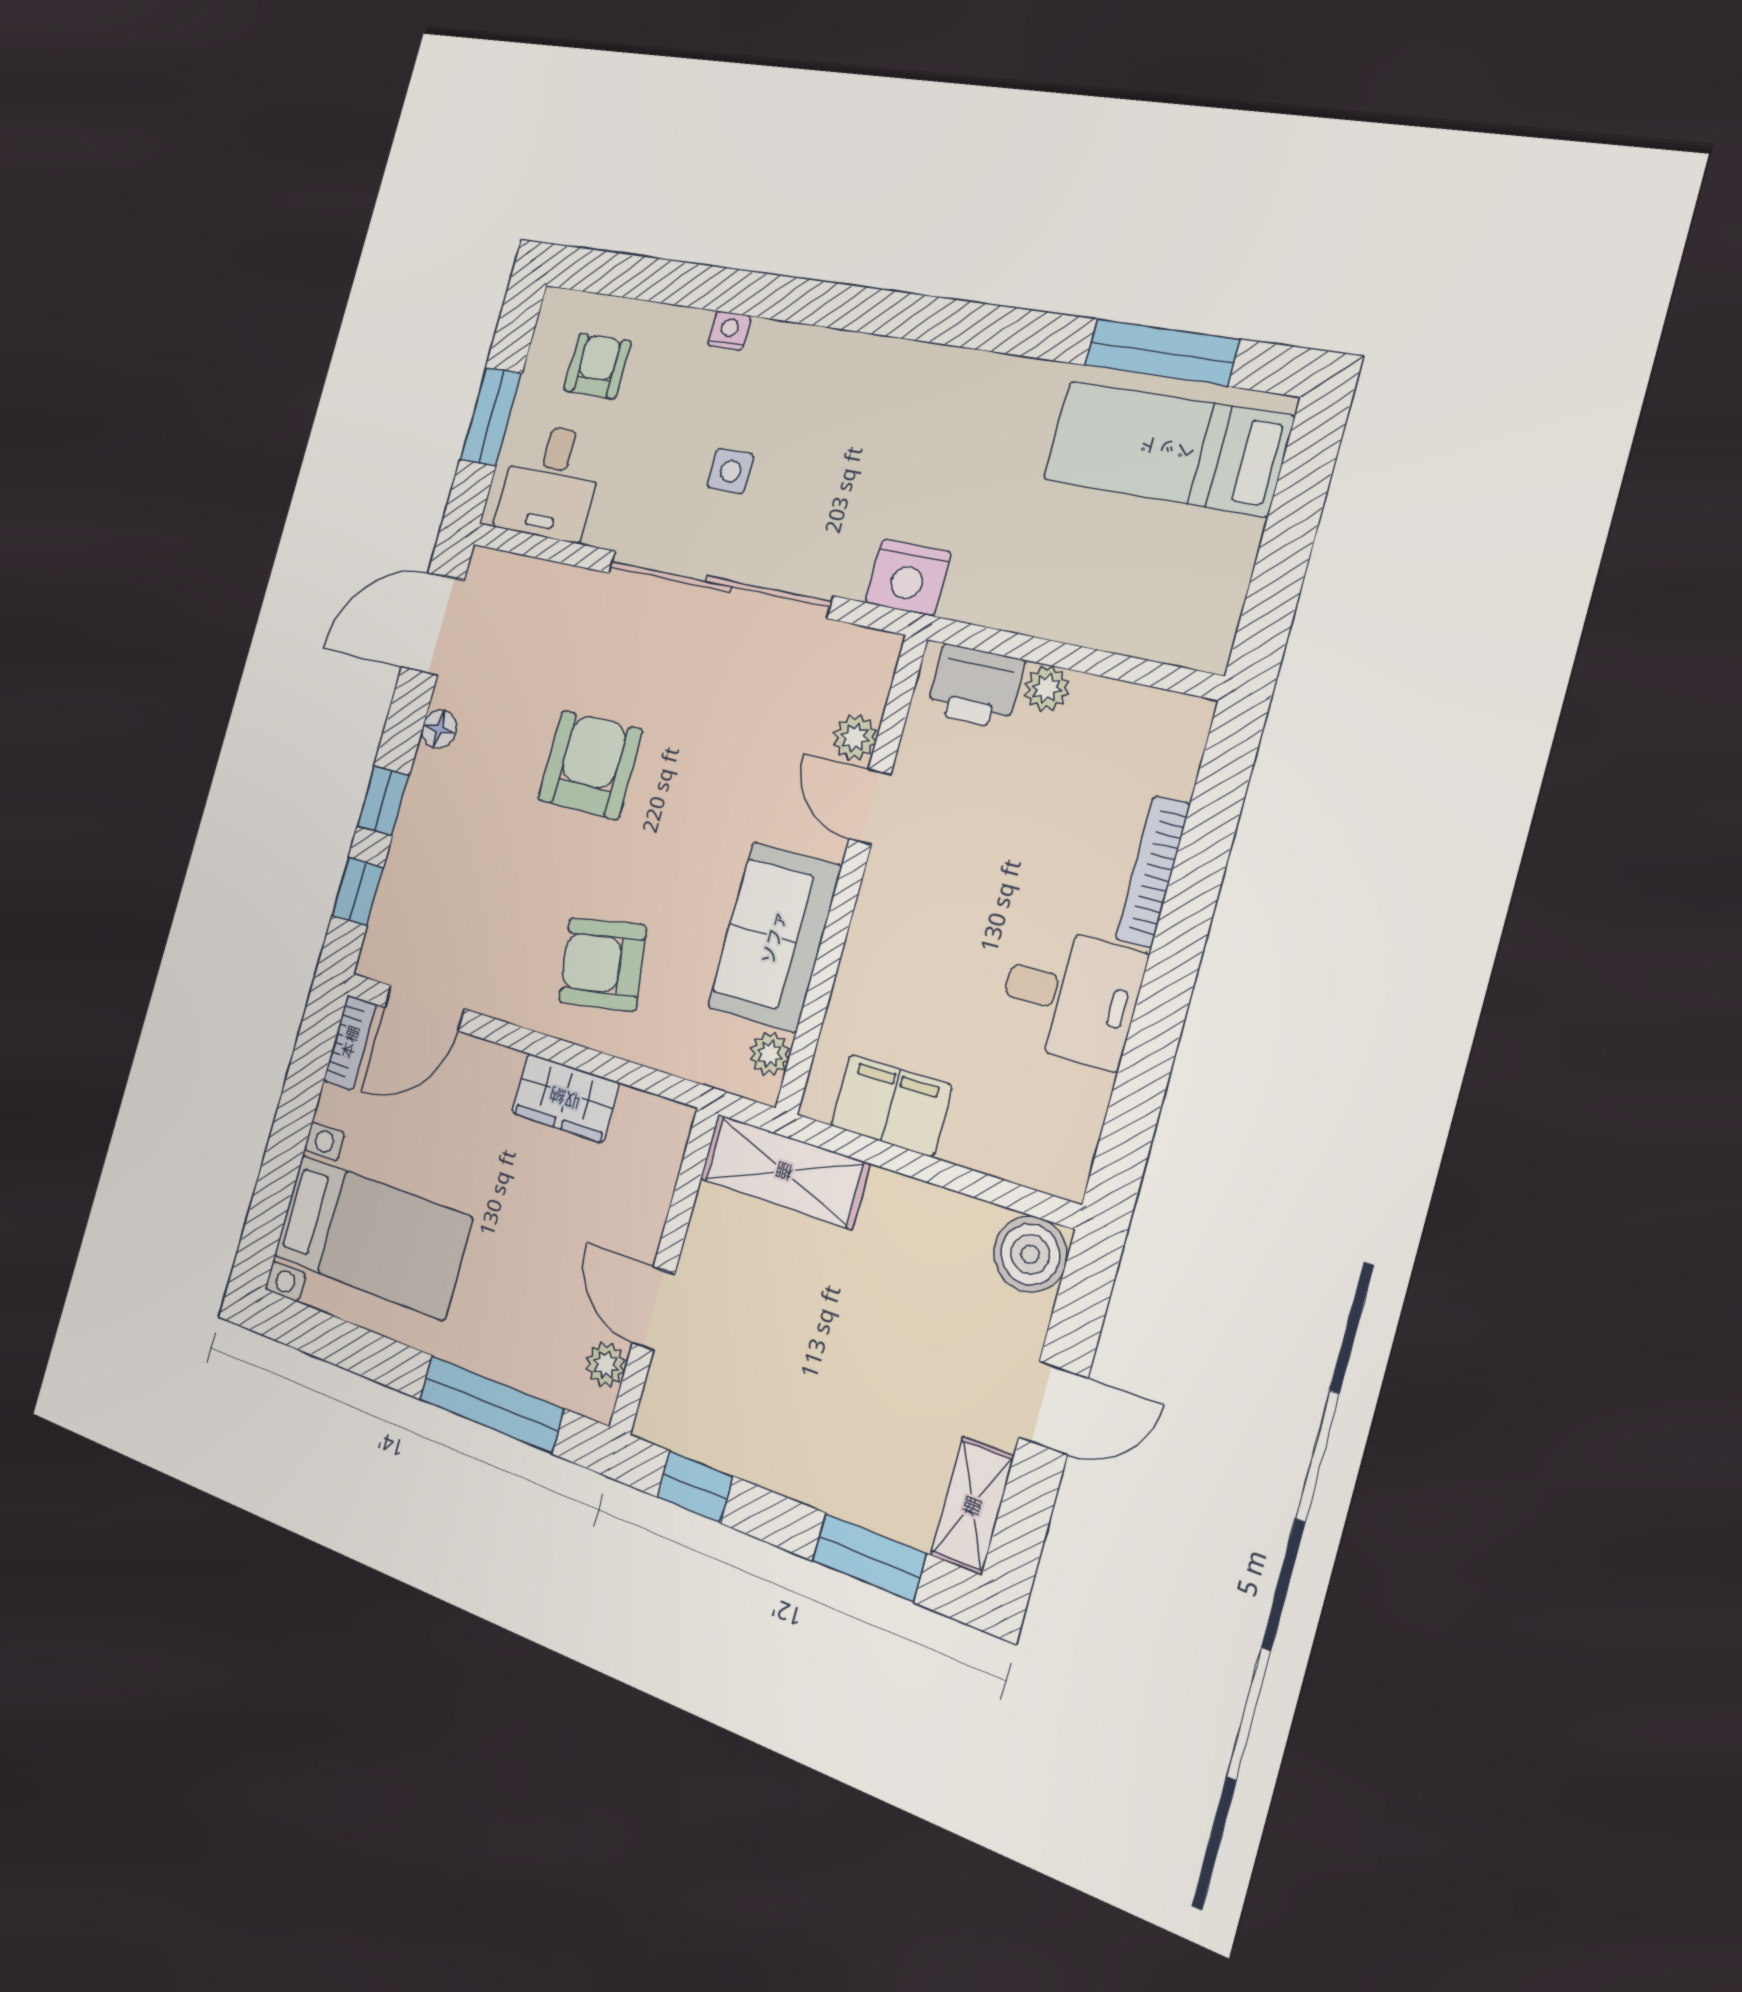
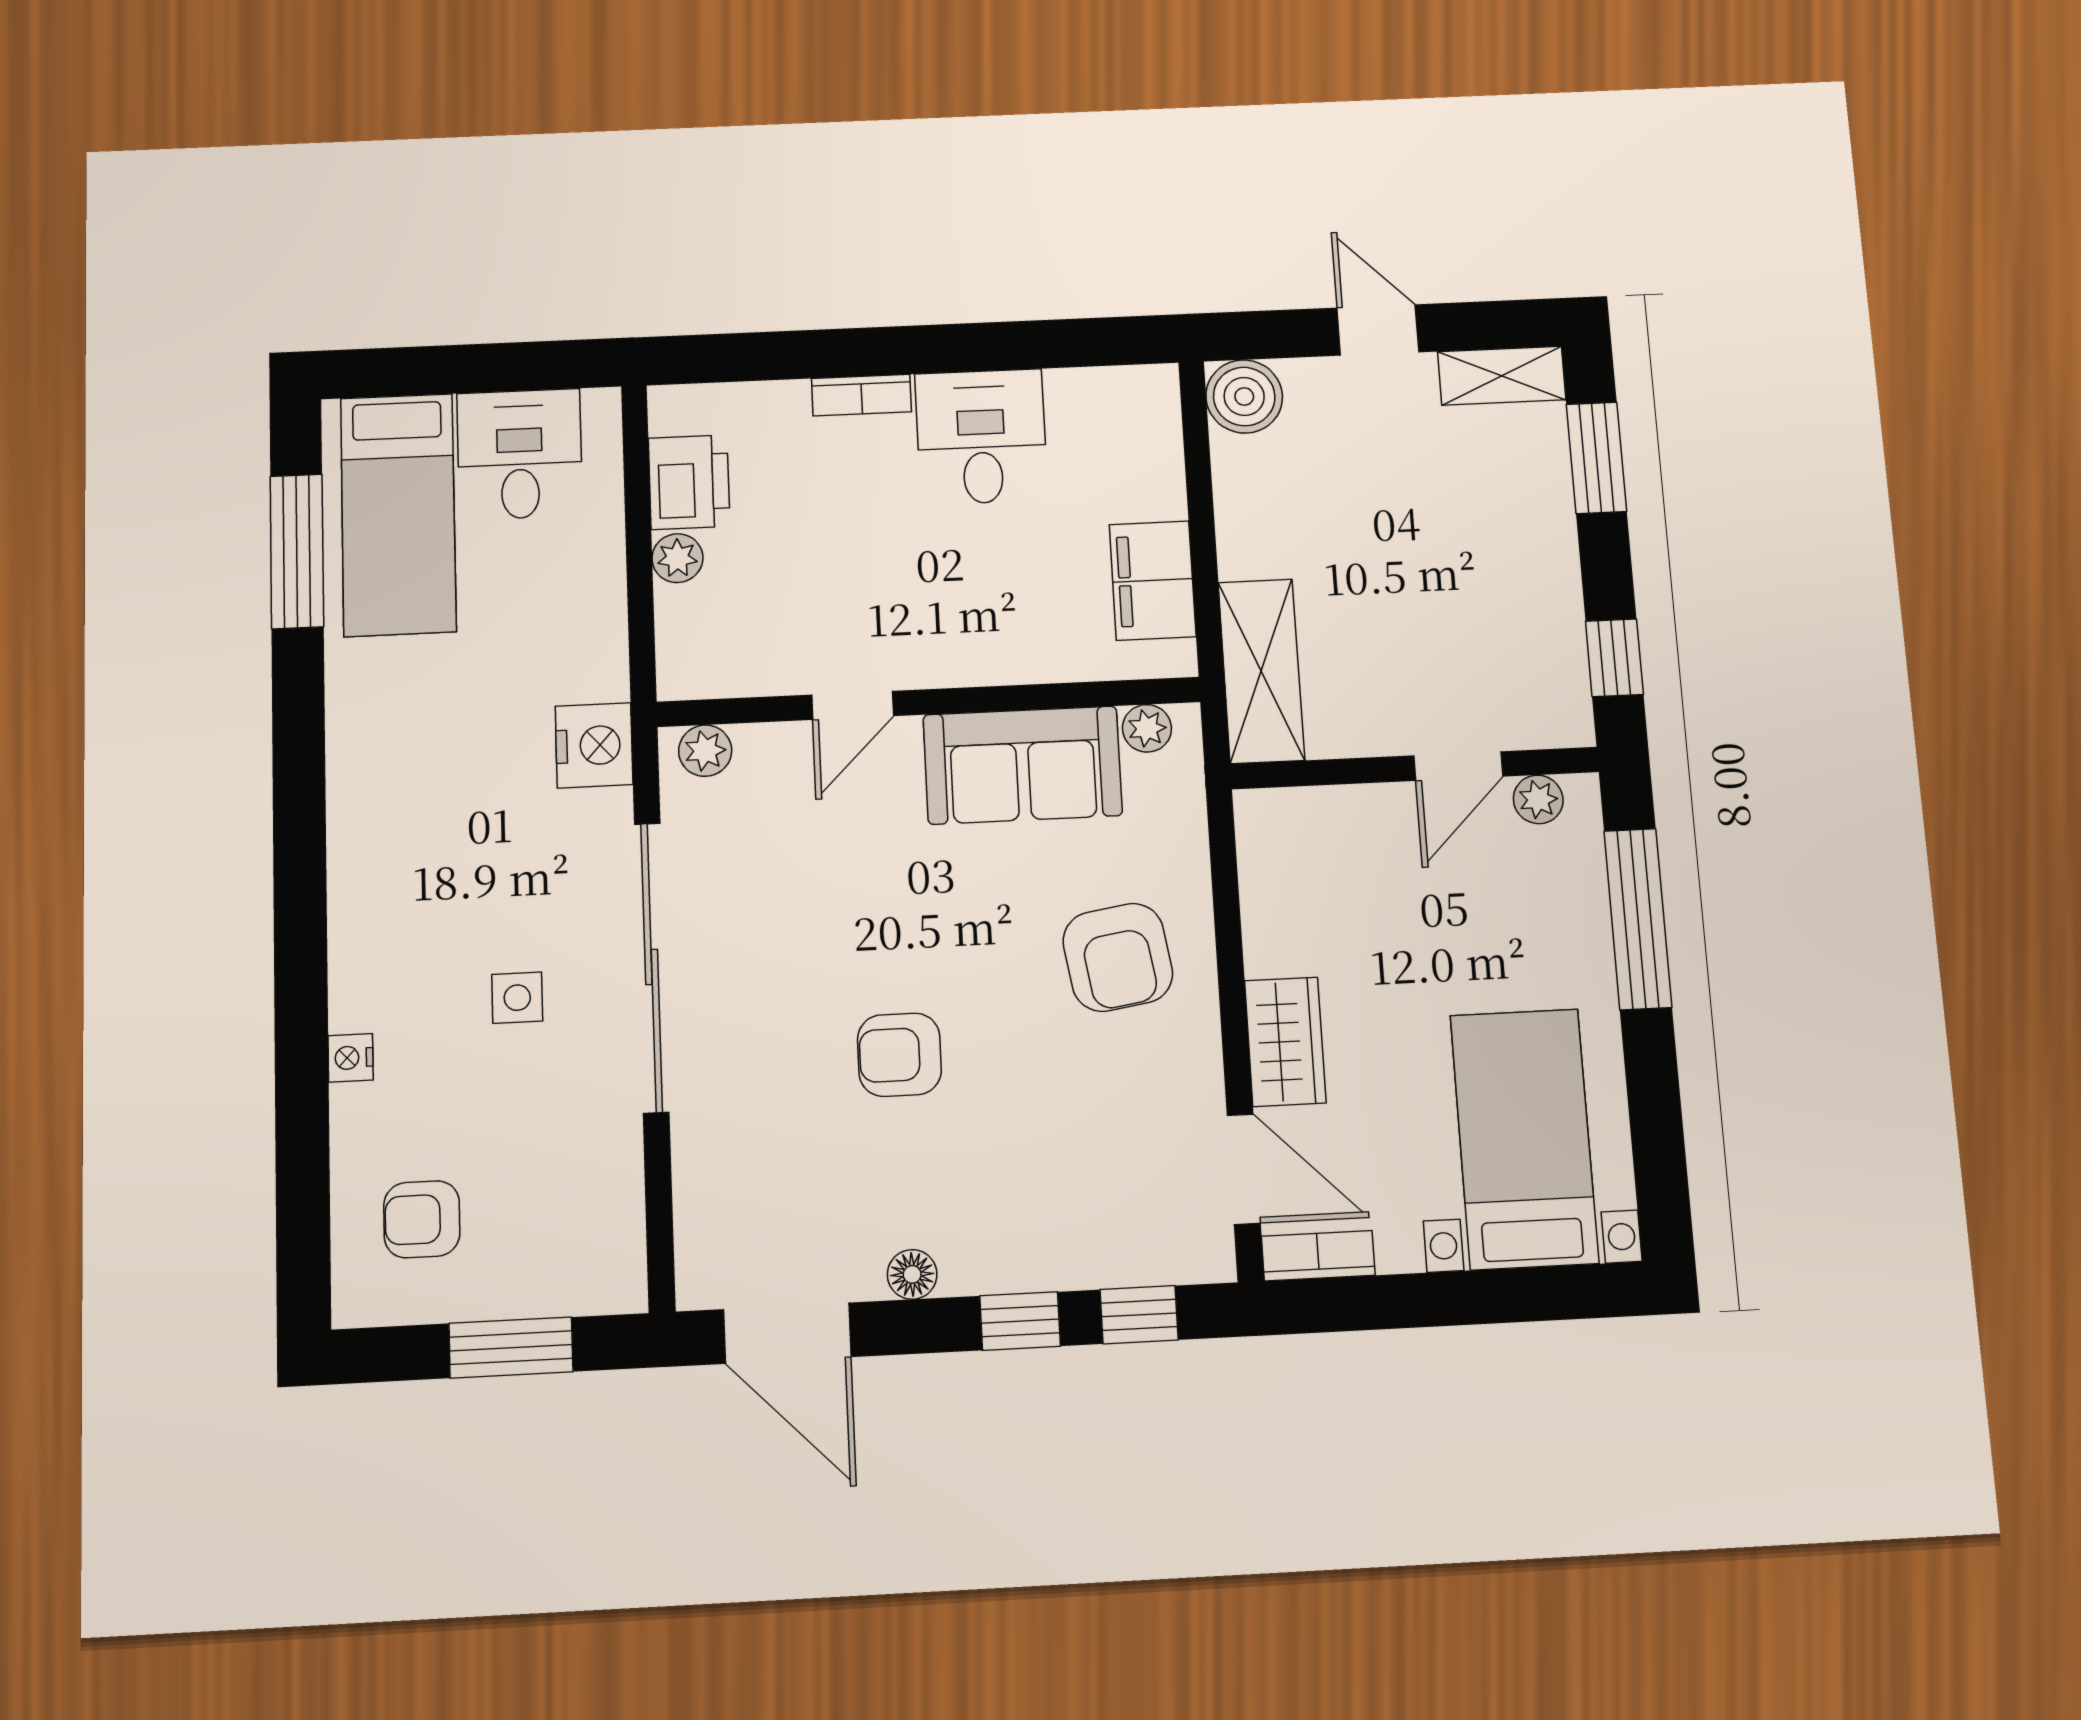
desk: (550, 482) -> (520, 454), moved, turned -90
printer: (975, 686) -> (689, 482), moved
plant: (855, 737) -> (705, 751), moved
armchair: (590, 765) -> (899, 1055), width x0.72, depth x0.72
bookcase: (1153, 871) -> (861, 395), width x0.64
wardrobe: (565, 1098) -> (1285, 1042), moved

